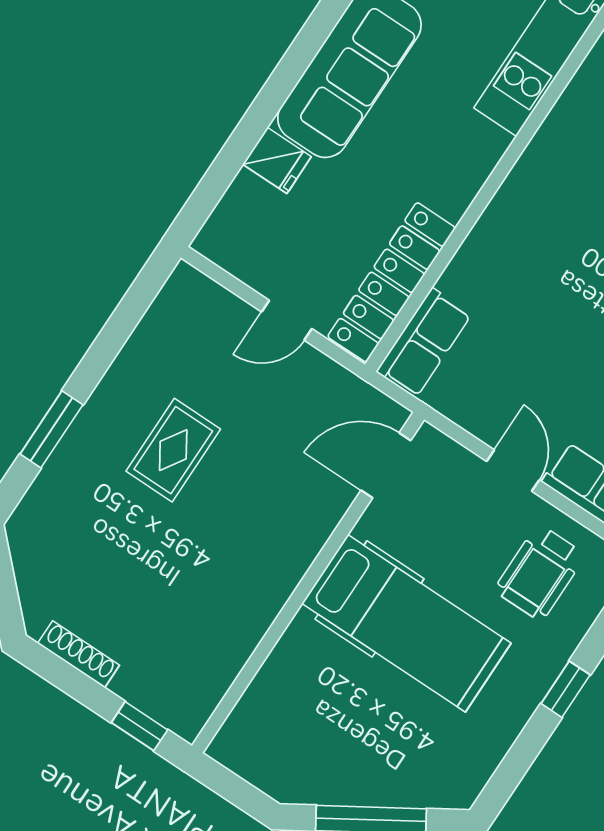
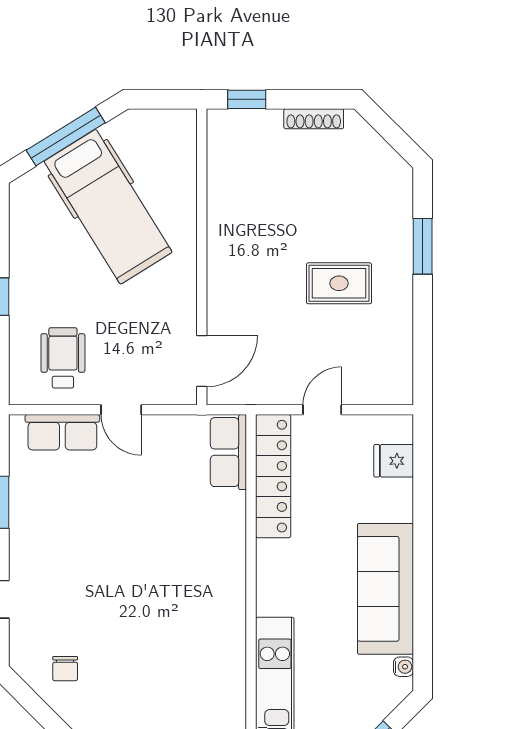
fridge: (277, 160) -> (394, 461), moved
rug: (173, 450) -> (339, 283), turned 90
hospital bed: (406, 623) -> (108, 207), moved, turned -122

